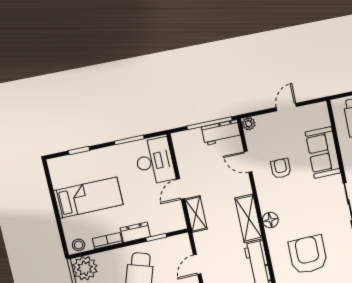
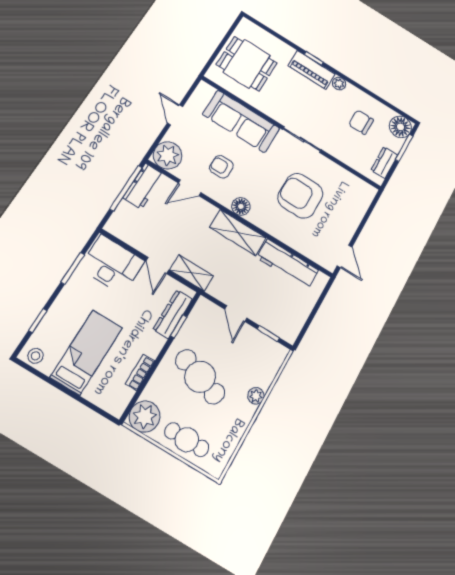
plant: (249, 124) -> (168, 155), width x1.87, depth x1.87
sofa: (323, 152) -> (241, 121), width x1.36
floor lamp: (270, 220) -> (241, 206), moved
dresser: (135, 232) -> (173, 314), moved, width x1.44
stool: (79, 245) -> (35, 356), moved
armchair: (308, 255) -> (300, 196), moved

